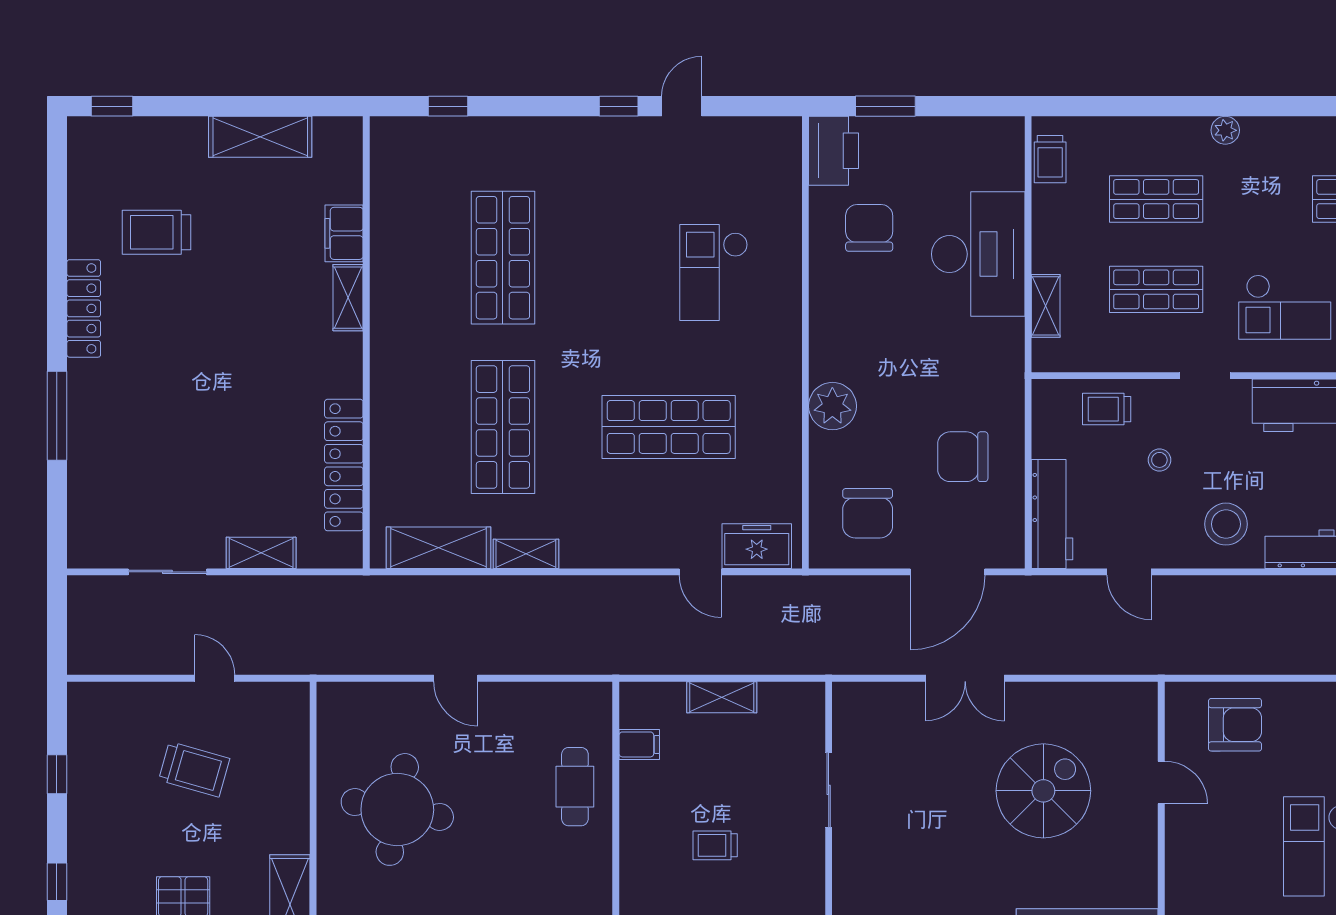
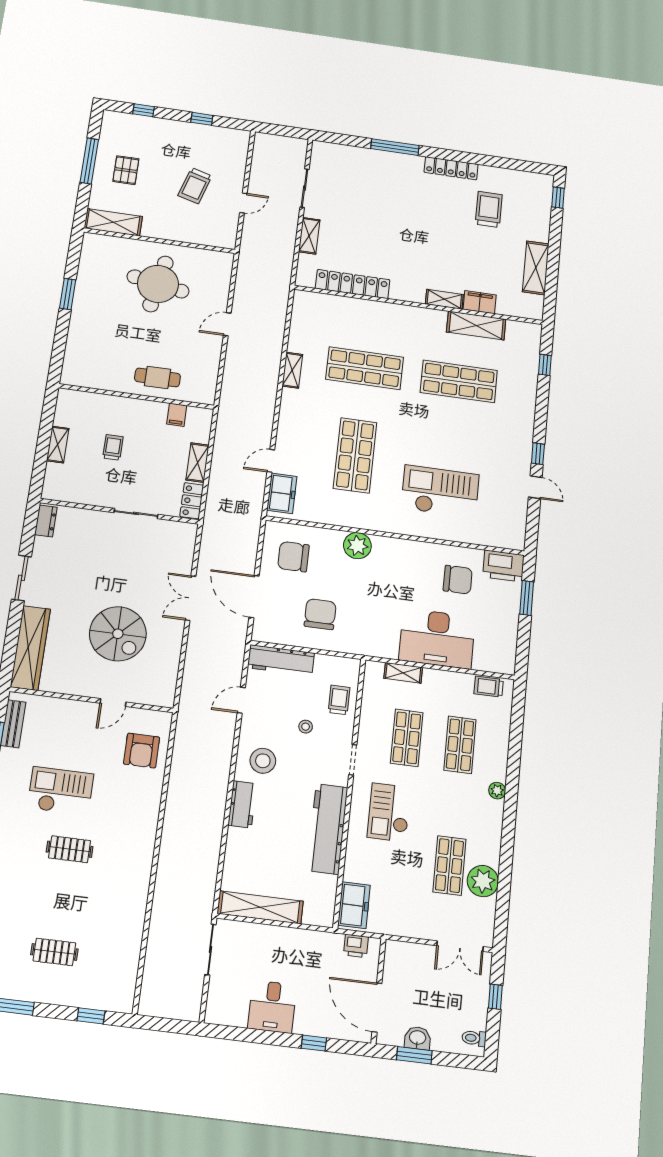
checkout: (714, 272) -> (440, 491), width x1.36, depth x1.21
shelving: (438, 548) -> (476, 325), moved, turned 90
locker: (792, 698) -> (192, 501), added

